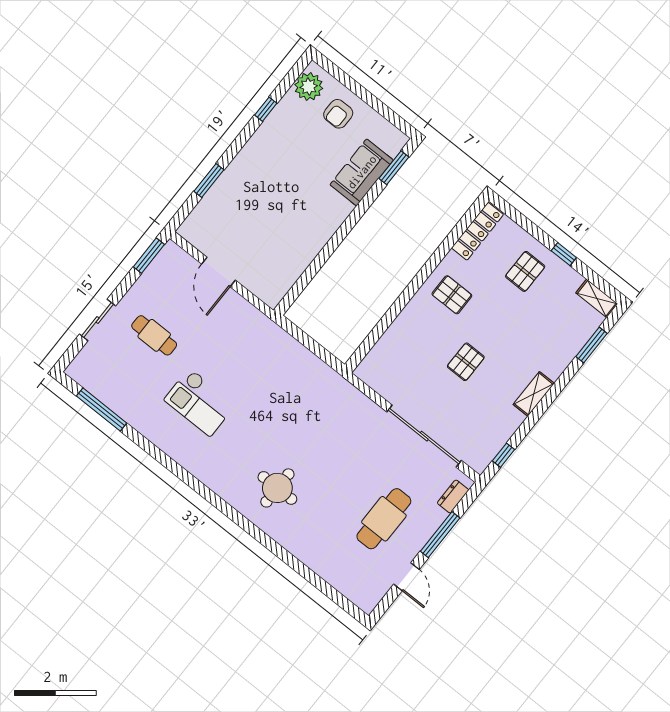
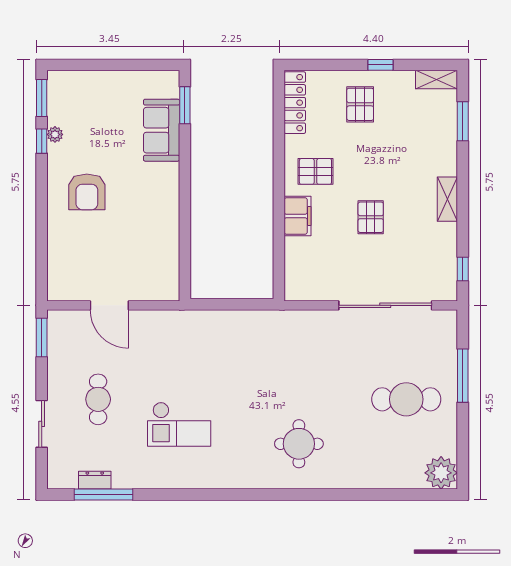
plant: (309, 87) -> (55, 134), moved, width x0.53, depth x0.53
armchair: (338, 114) -> (87, 192), moved, width x1.38, depth x1.38
window: (209, 181) -> (42, 98), moved
filing cabinet: (412, 317) -> (298, 216), added
cafe table: (154, 335) -> (98, 399), turned 90
dresser: (453, 497) -> (95, 480), moved, turned 90
cafe table: (384, 519) -> (406, 399), turned 90
door: (406, 577) -> (463, 432), removed
plant: (366, 594) -> (441, 473), added

